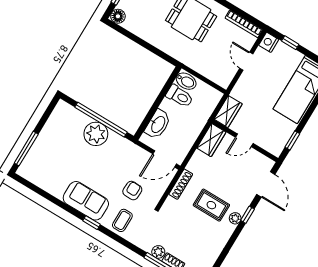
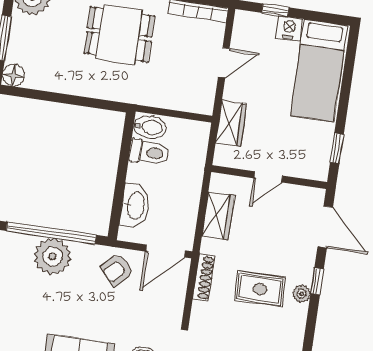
nightstand: (269, 42) -> (289, 28), moved, turned 90
door: (246, 61) -> (224, 63), swing flipped
wardrobe: (228, 112) -> (231, 123), moved
wardrobe: (211, 140) -> (218, 216), moved
armchair: (132, 191) -> (117, 270), moved, turned -135

